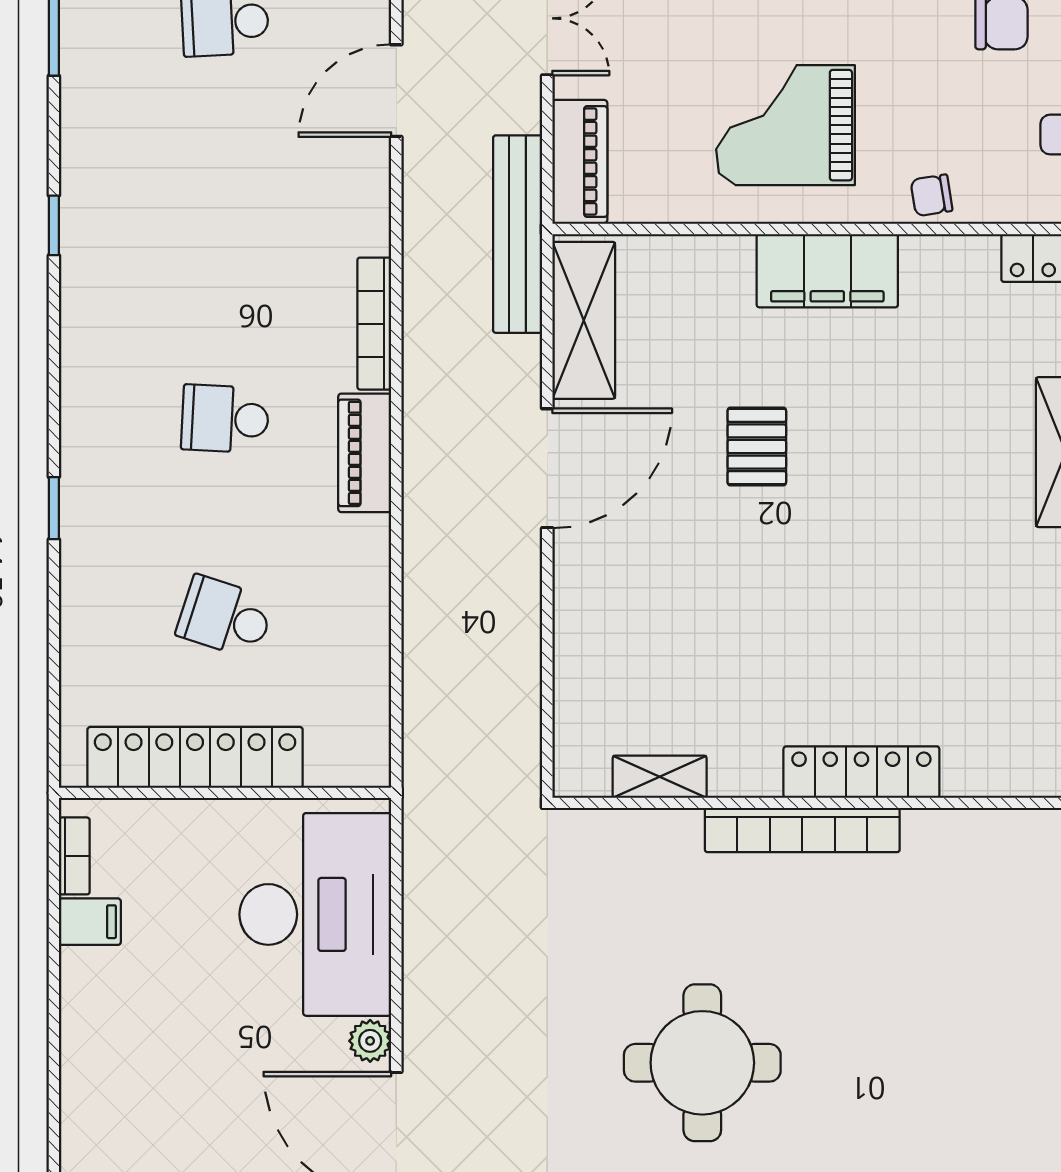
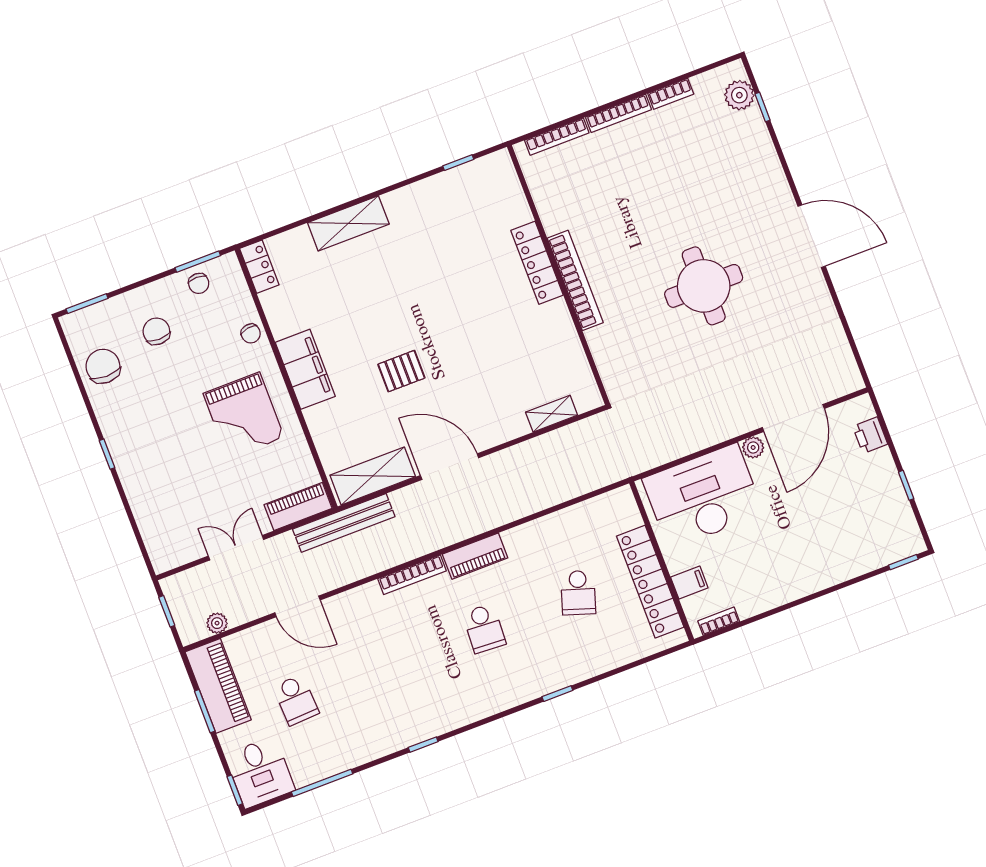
shelving: (660, 777) -> (552, 414), moved, turned 90
filing cabinet: (90, 922) -> (689, 582), moved, turned 90

